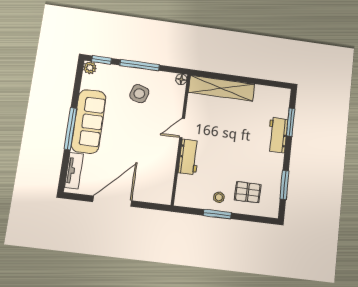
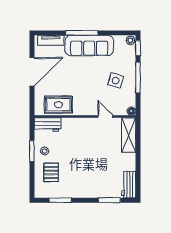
shelving: (222, 88) -> (129, 135), width x0.68
door: (182, 128) -> (105, 117), moved
workbench: (277, 135) -> (129, 184), moved, turned -90
workbench: (189, 157) -> (47, 125), moved
rug: (161, 172) -> (58, 105), added
door: (112, 201) -> (32, 72), hinge flipped

